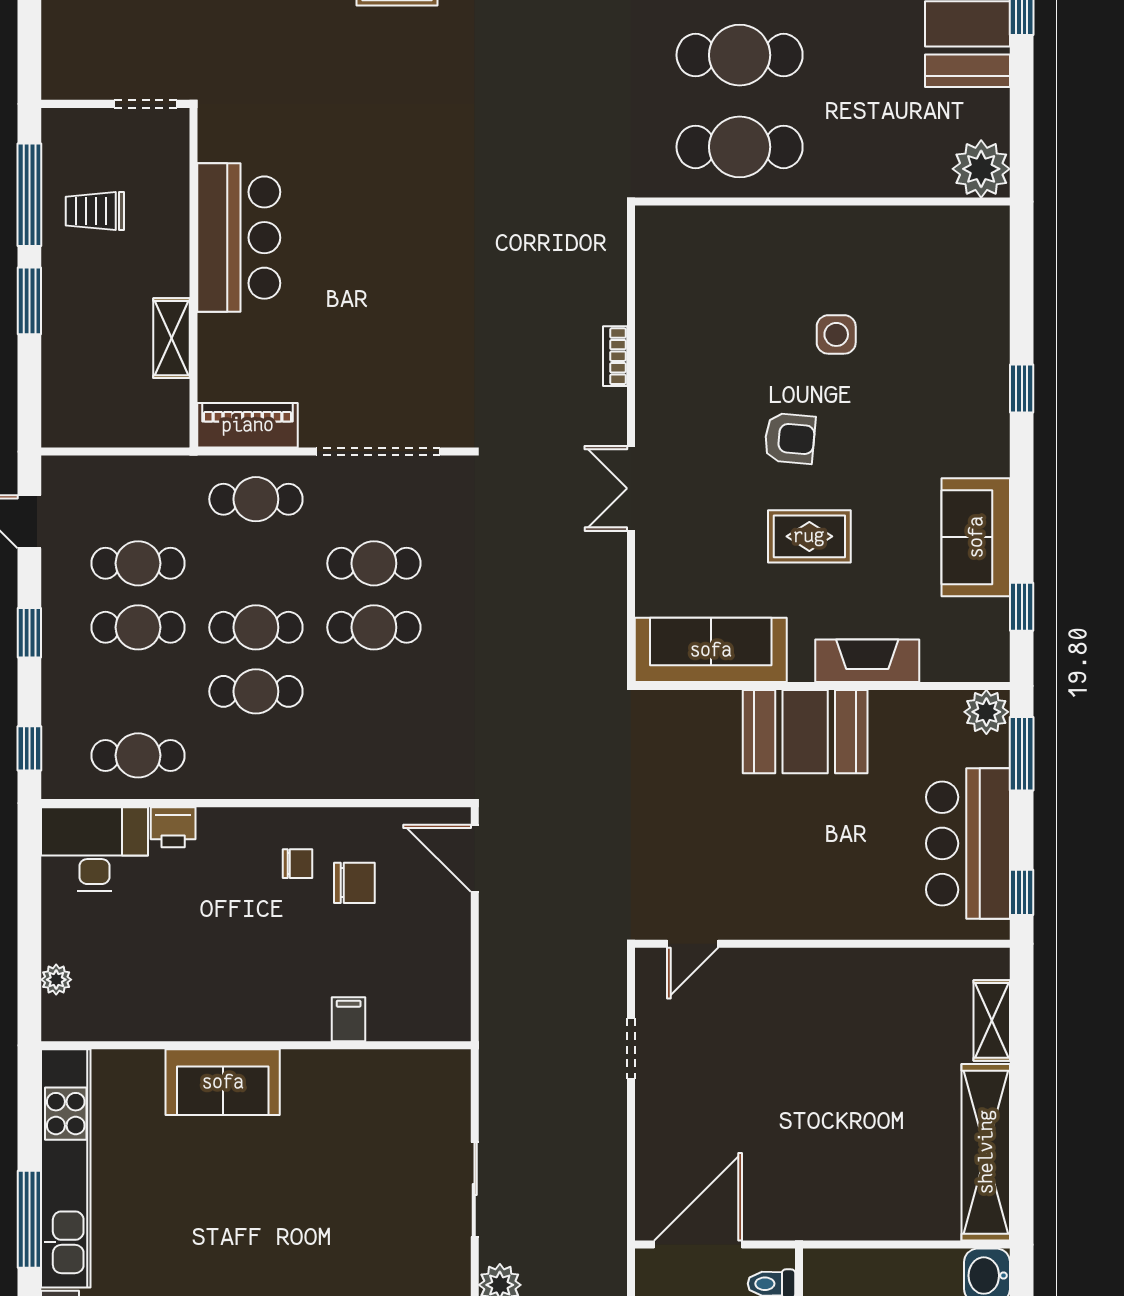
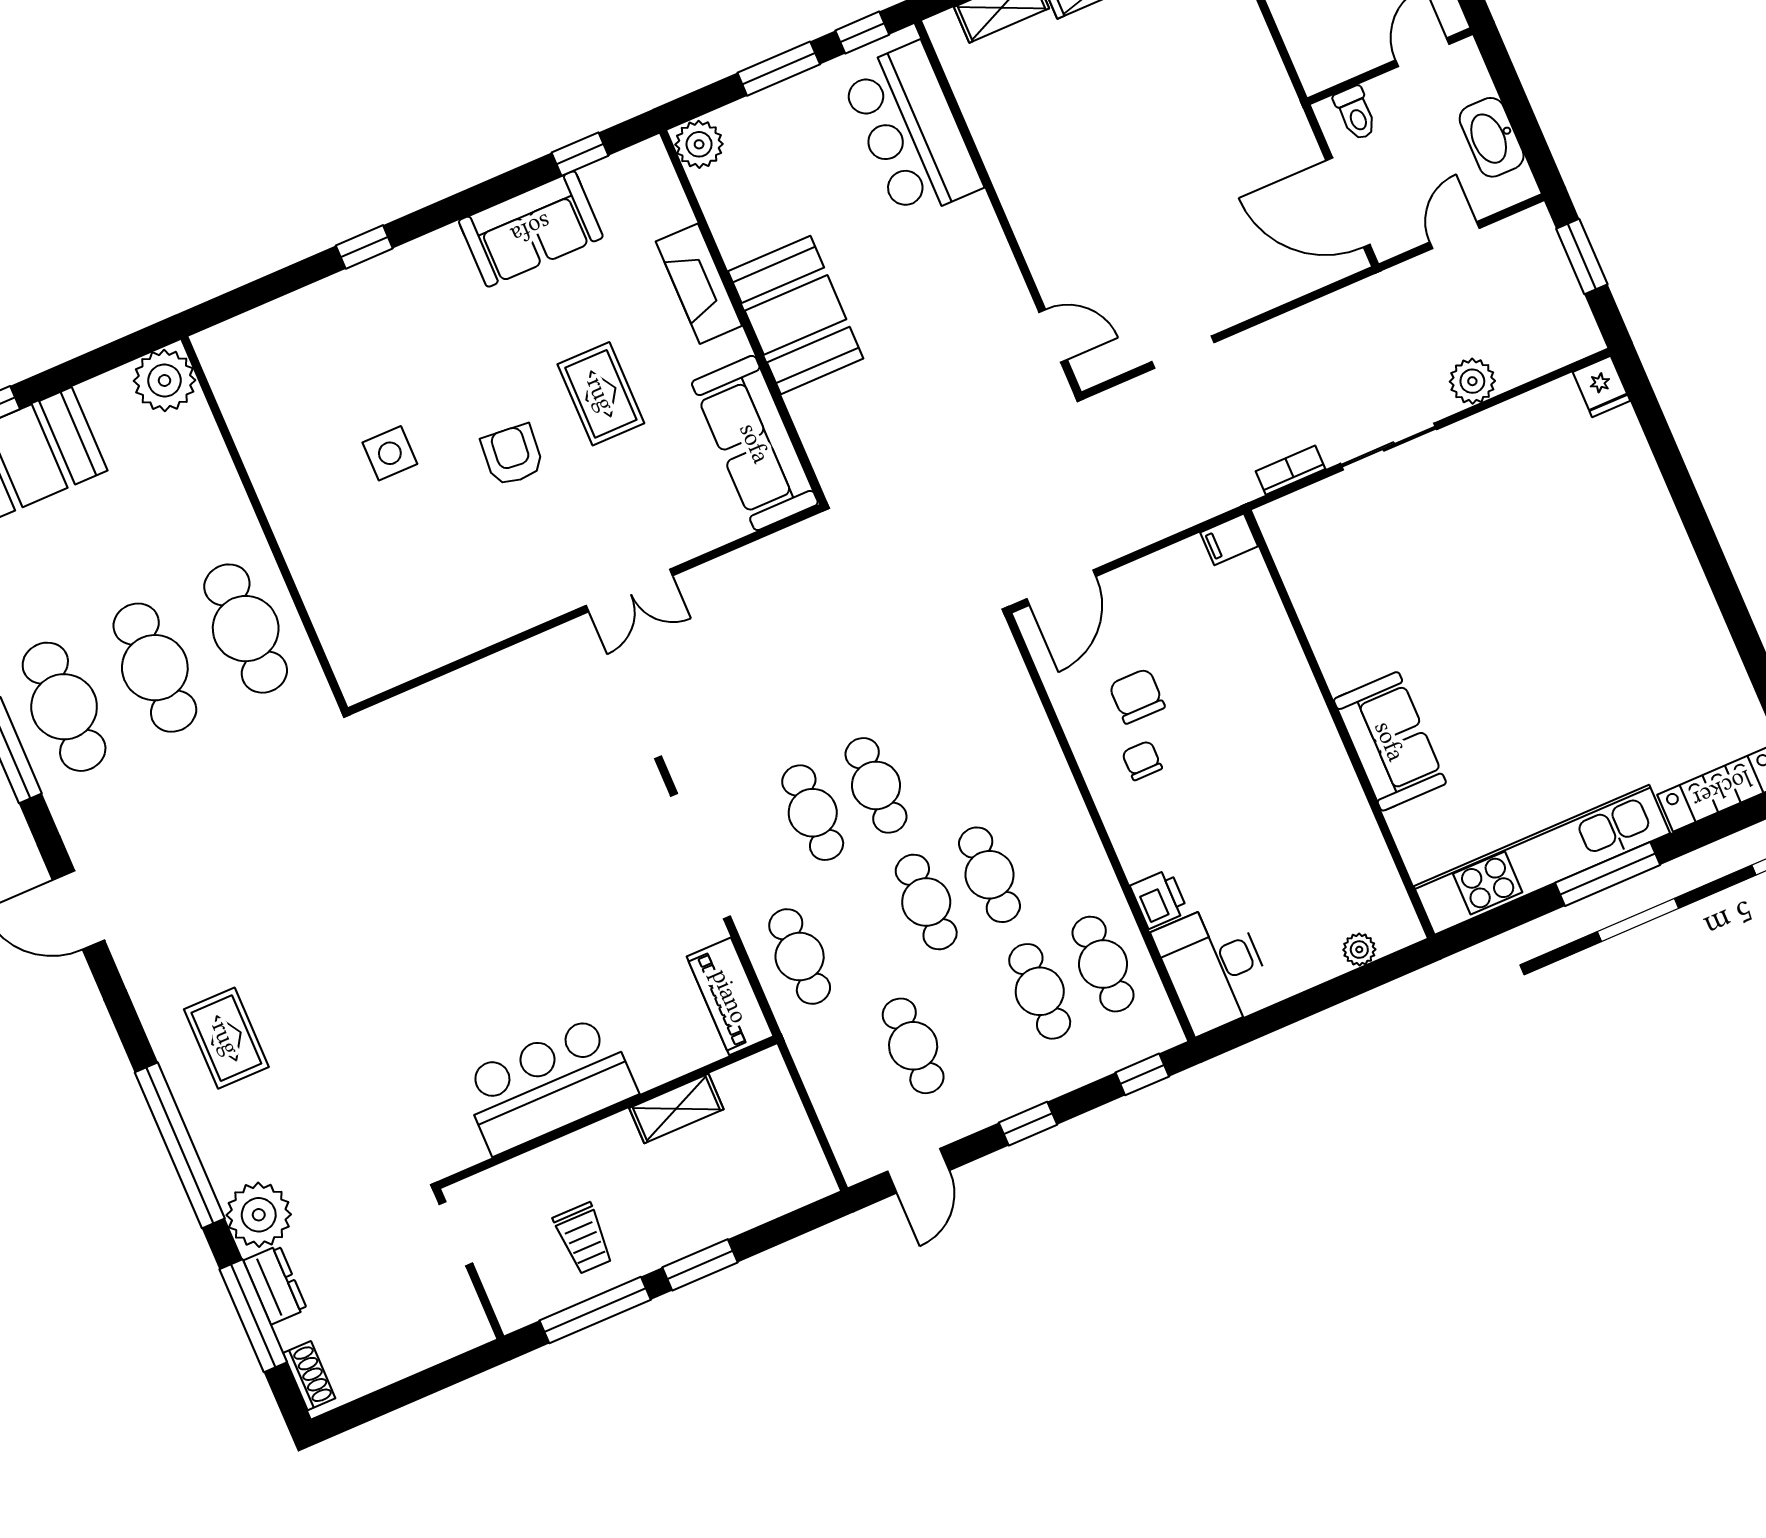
bookcase: (615, 356) -> (1291, 470), moved, turned 180
cafe table: (138, 627) -> (1040, 991), moved
window: (1022, 754) -> (779, 69), moved
bar counter: (968, 843) -> (911, 131), moved, turned 90
filing cabinet: (349, 1019) -> (1229, 539), moved

